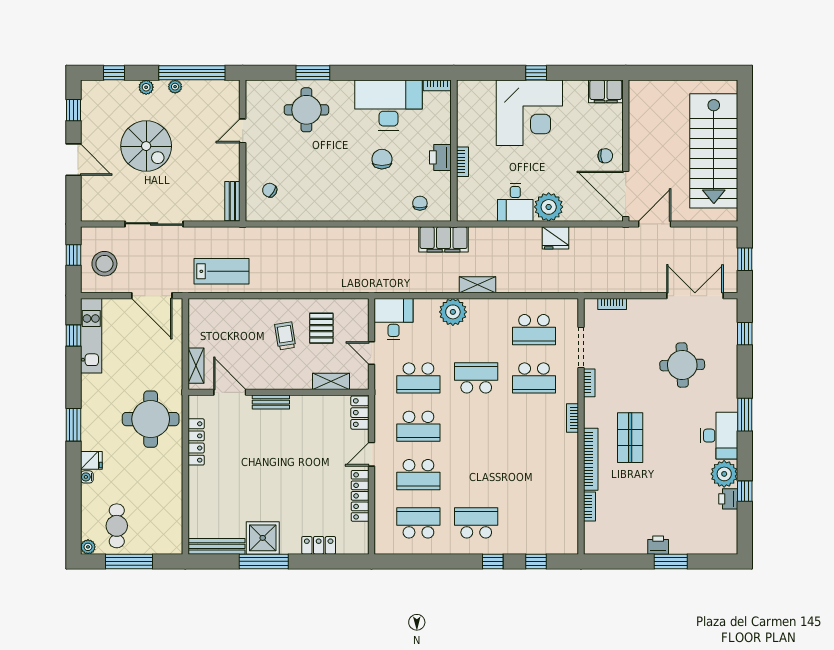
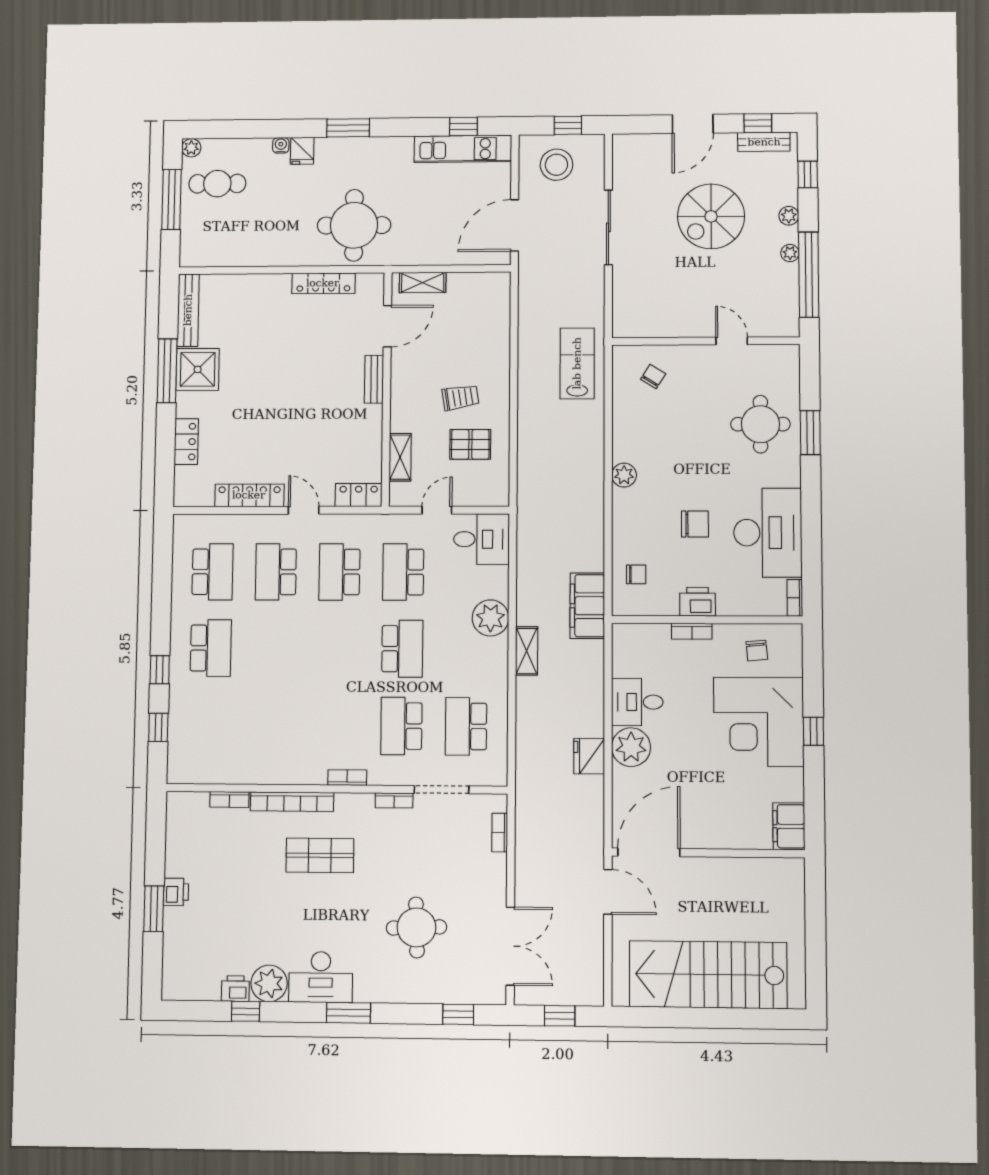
chair: (605, 156) -> (757, 651), moved
bench: (232, 201) -> (764, 142), moved
plant: (345, 212) -> (624, 475), added
lab bench: (222, 271) -> (577, 363), moved, turned 180

